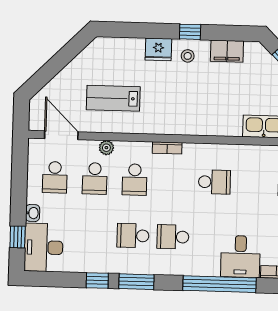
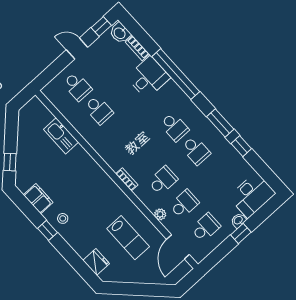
fridge: (158, 49) -> (96, 262), moved
school desk: (214, 182) -> (99, 110), moved, turned 180
window: (18, 237) -> (241, 234), moved

